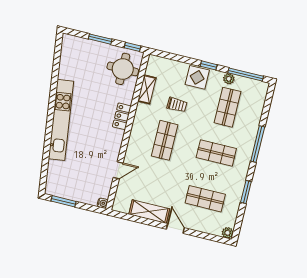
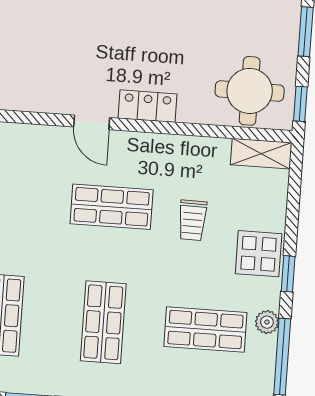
shelving: (147, 89) -> (261, 154), moved
door: (118, 170) -> (92, 122), moved

